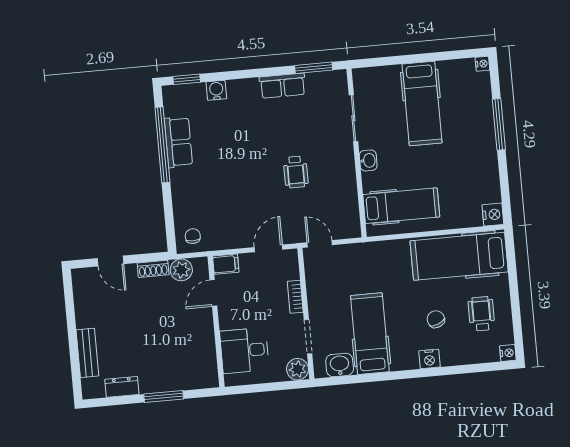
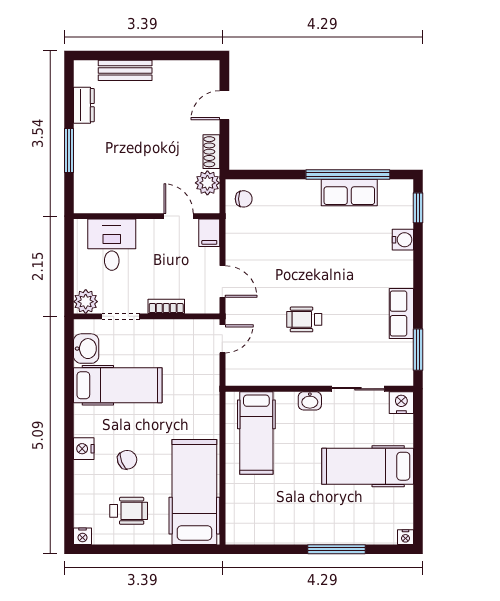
nightstand: (493, 215) -> (401, 403), moved, turned 180

